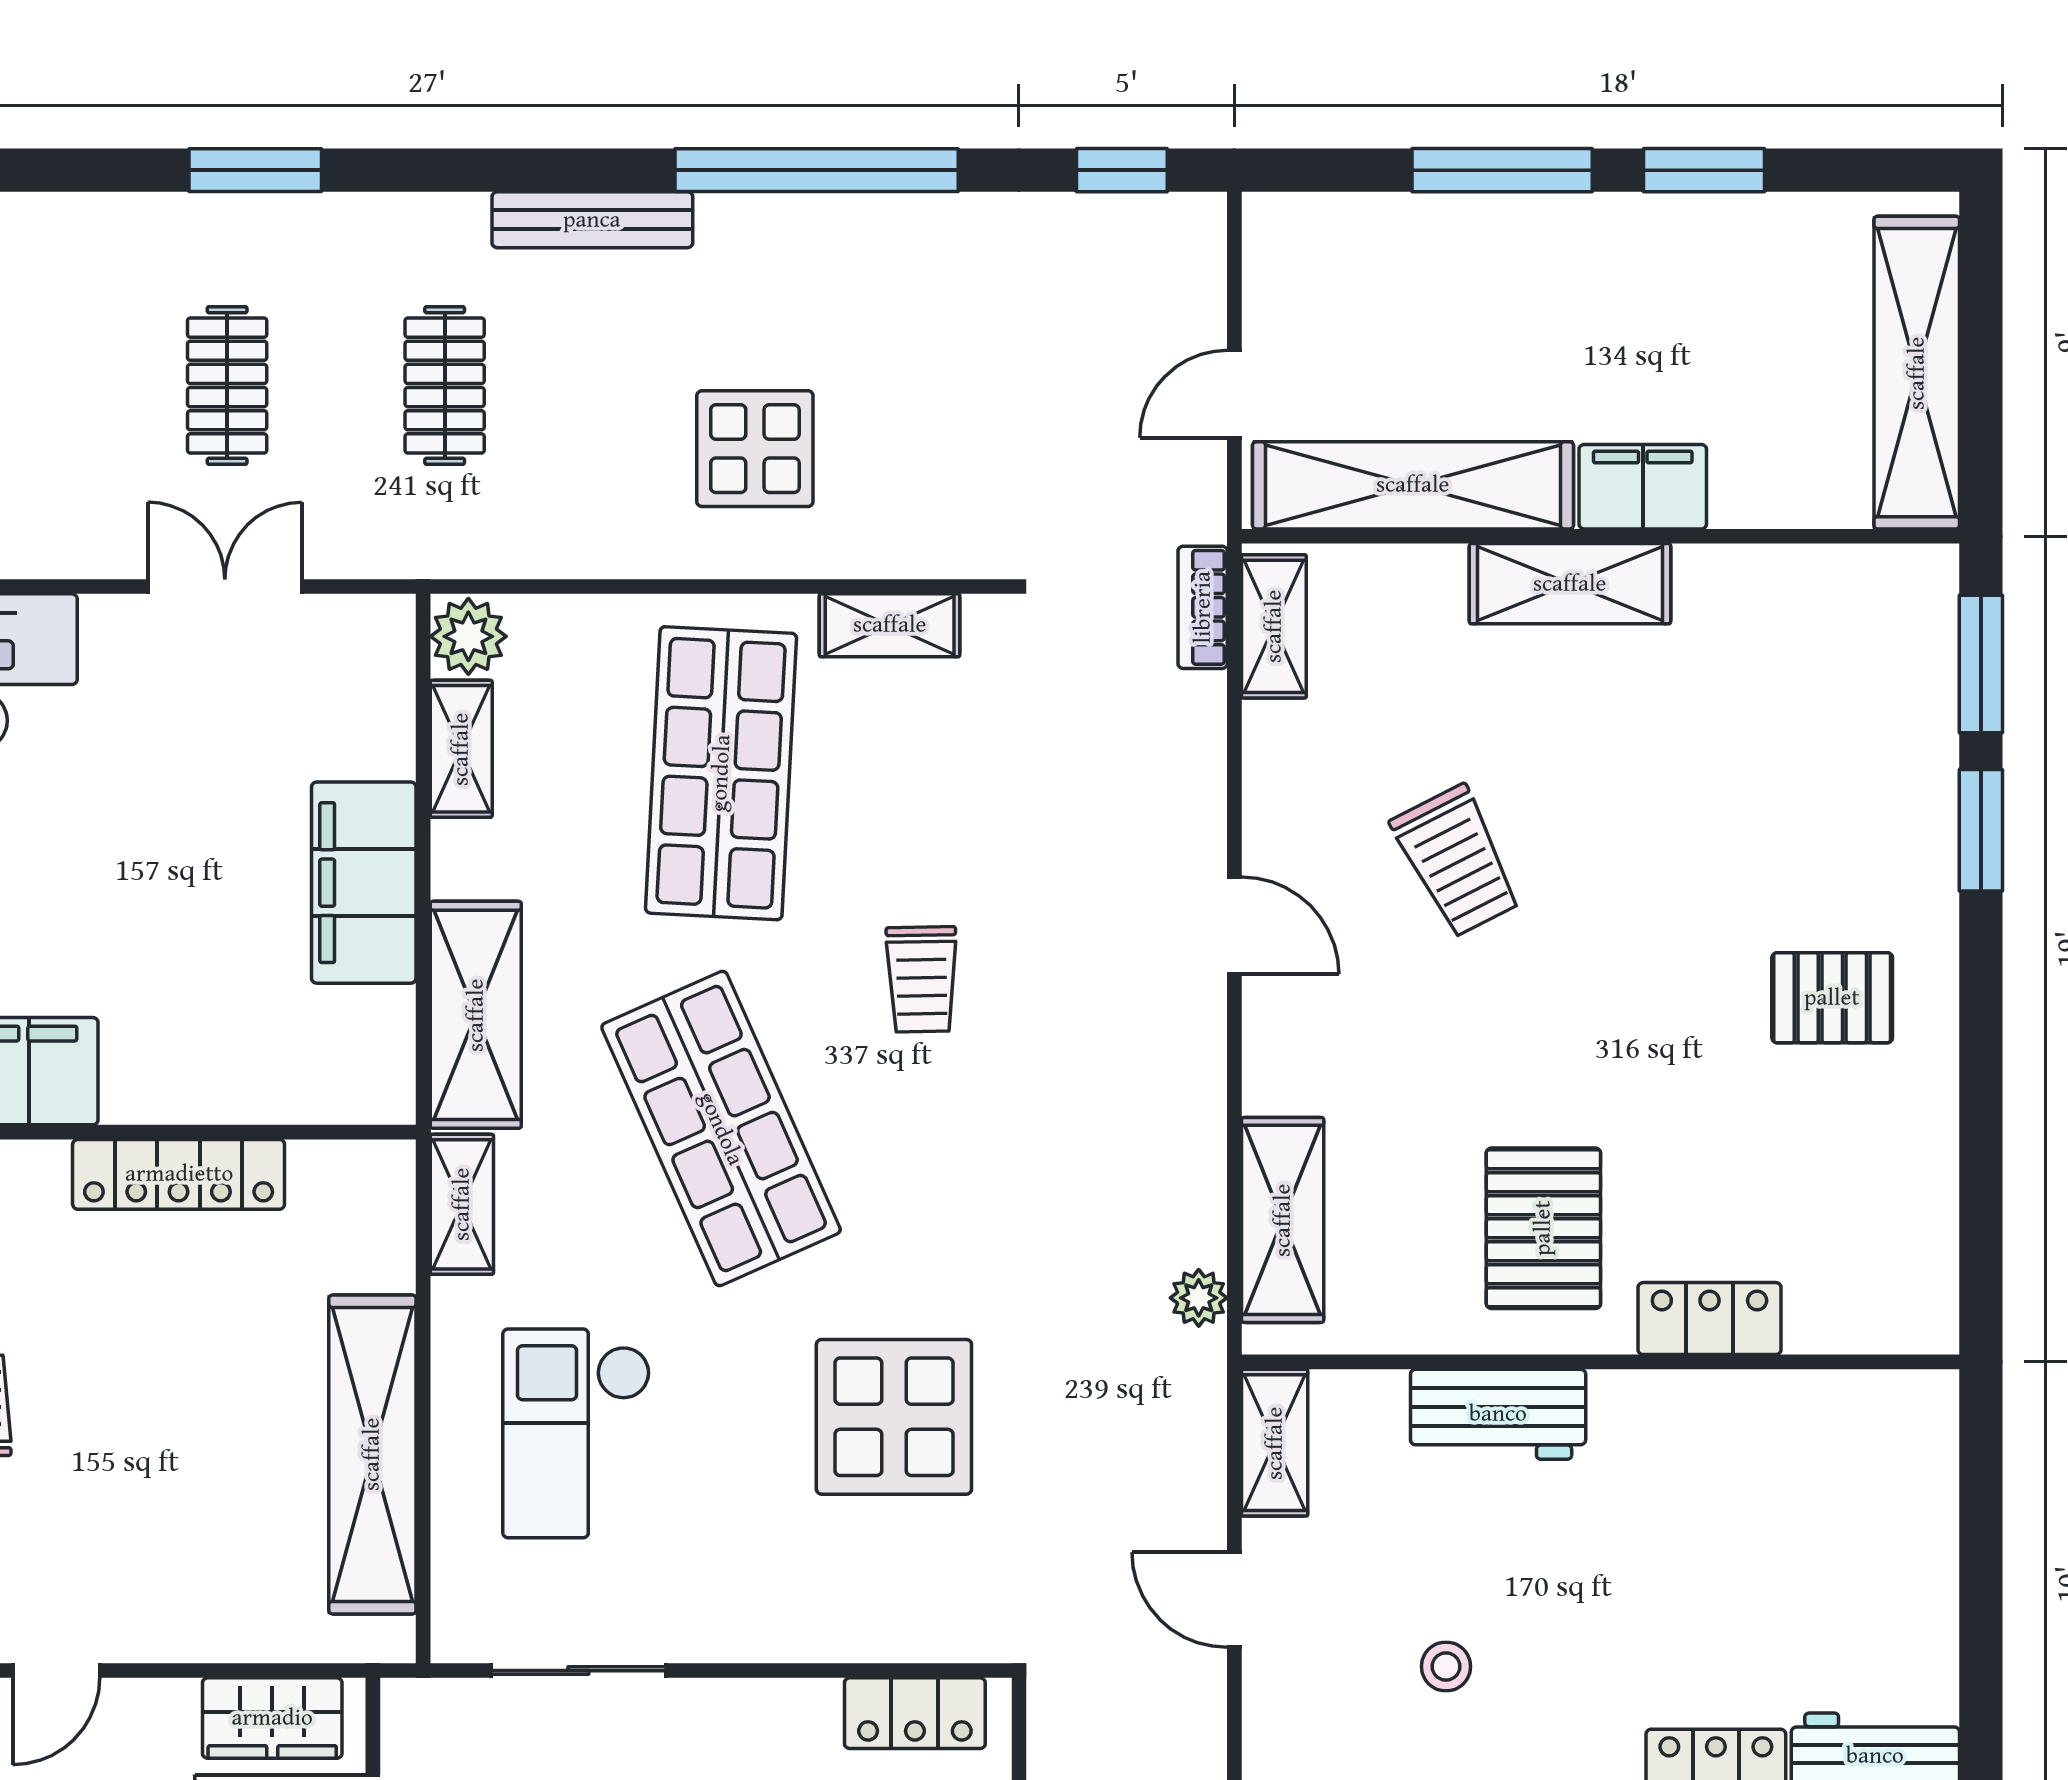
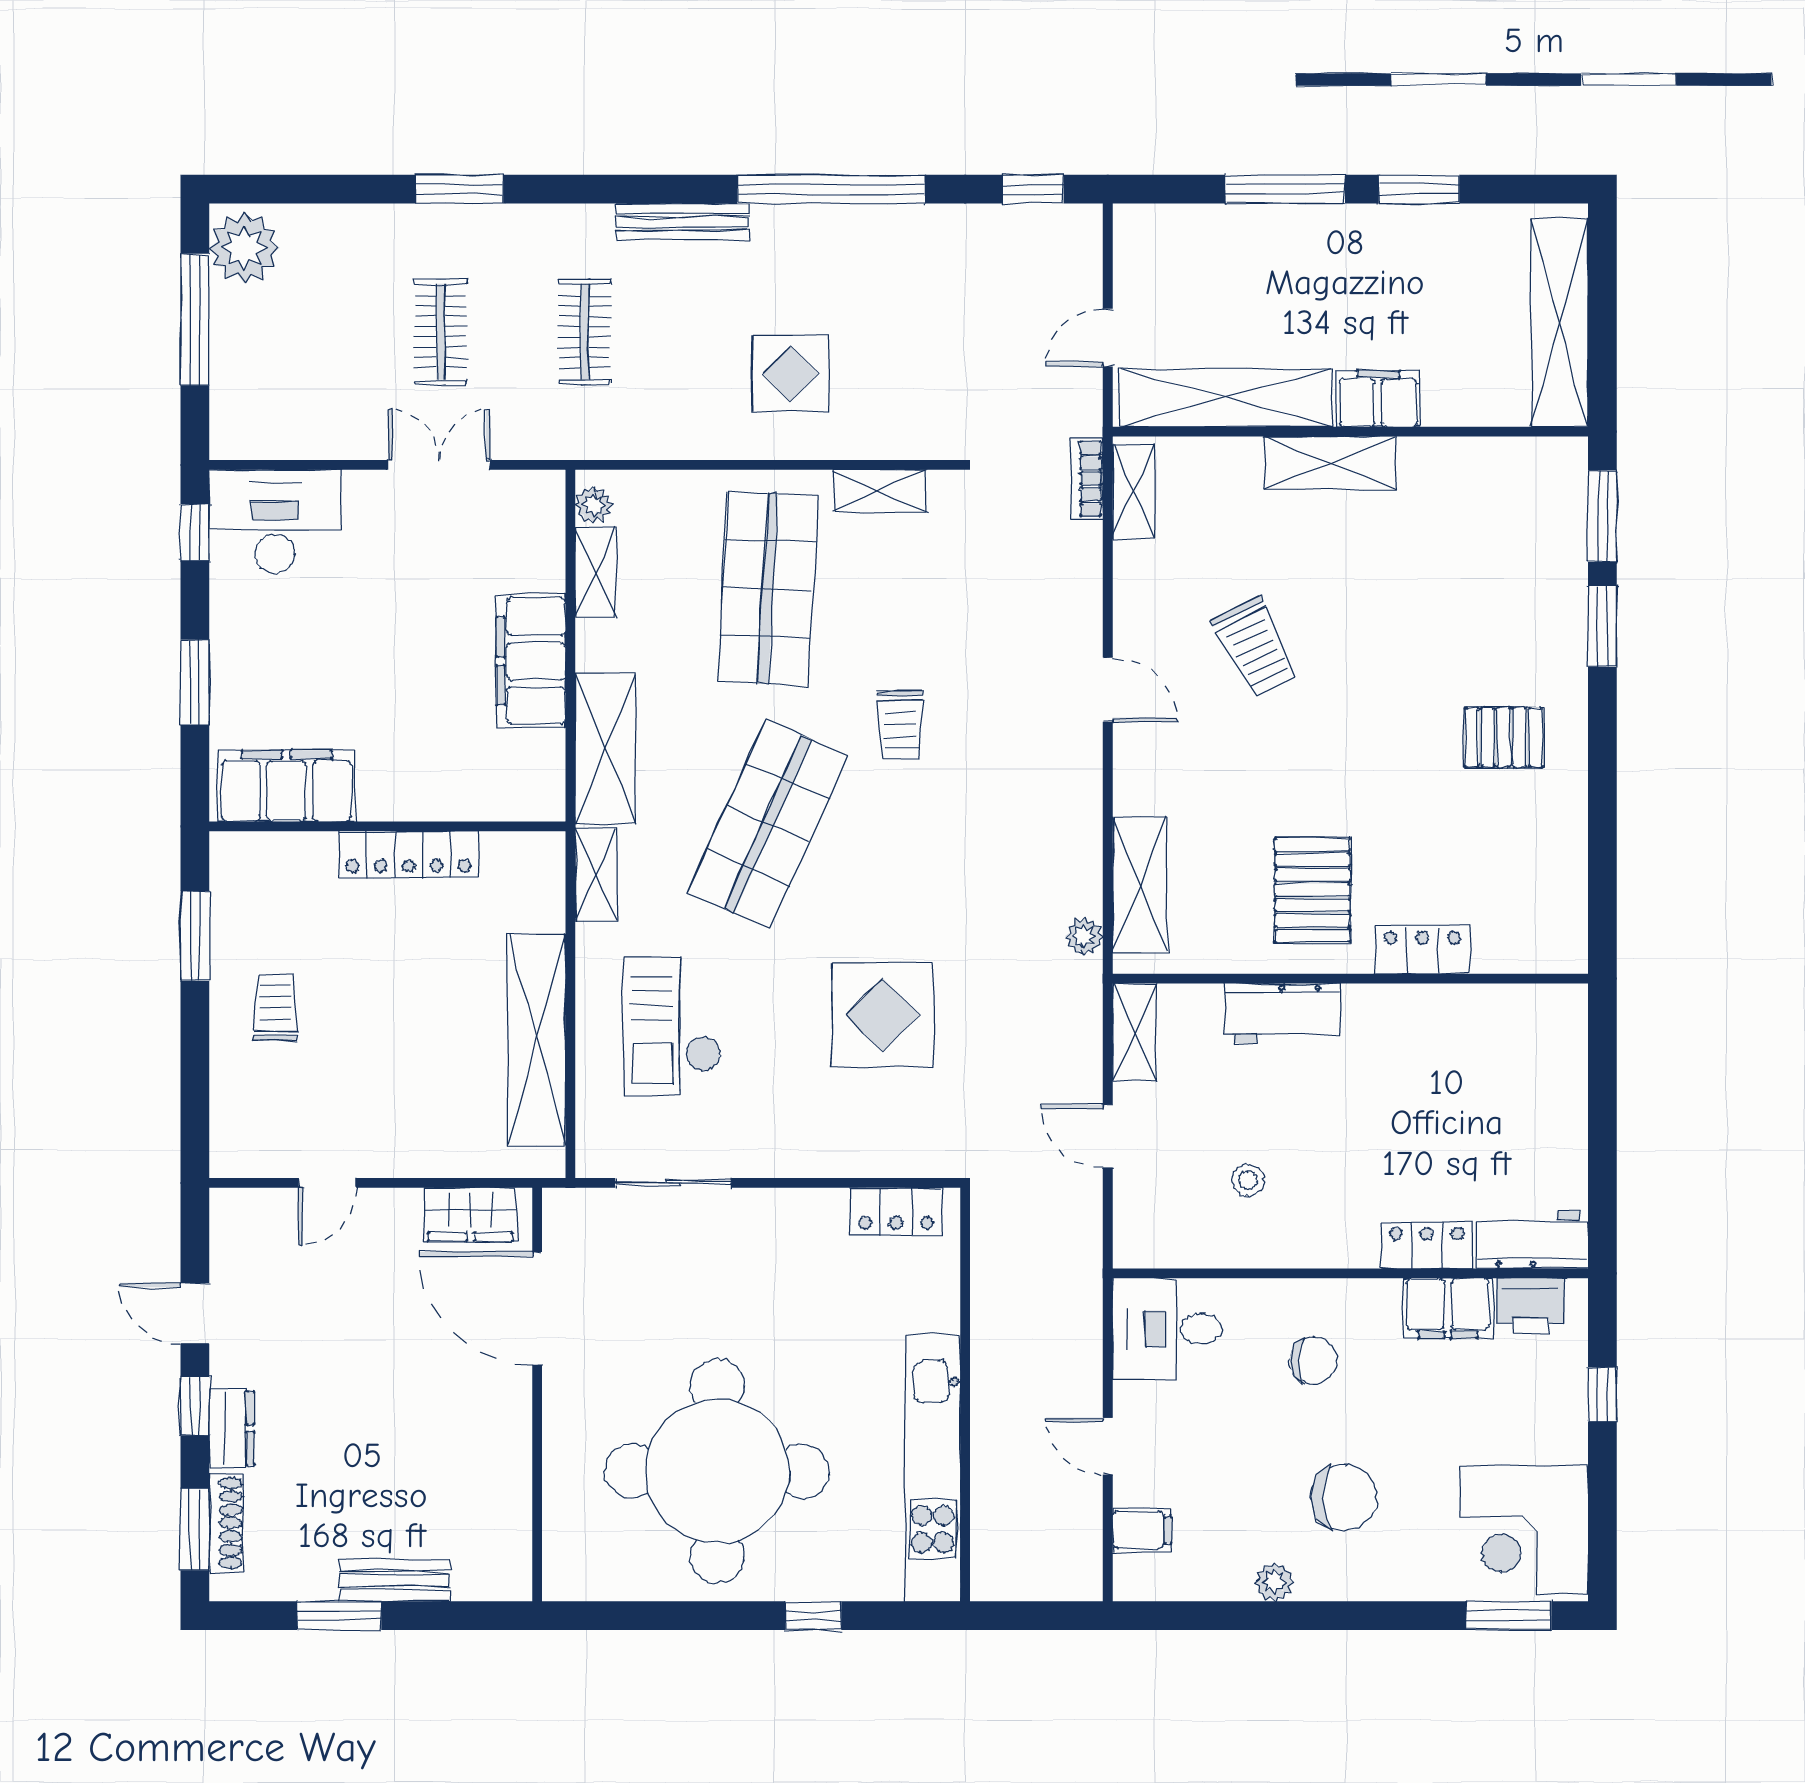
plant: (468, 636) -> (594, 505), width x0.73, depth x0.73
shop shelf: (721, 1129) -> (768, 824), turned 48

